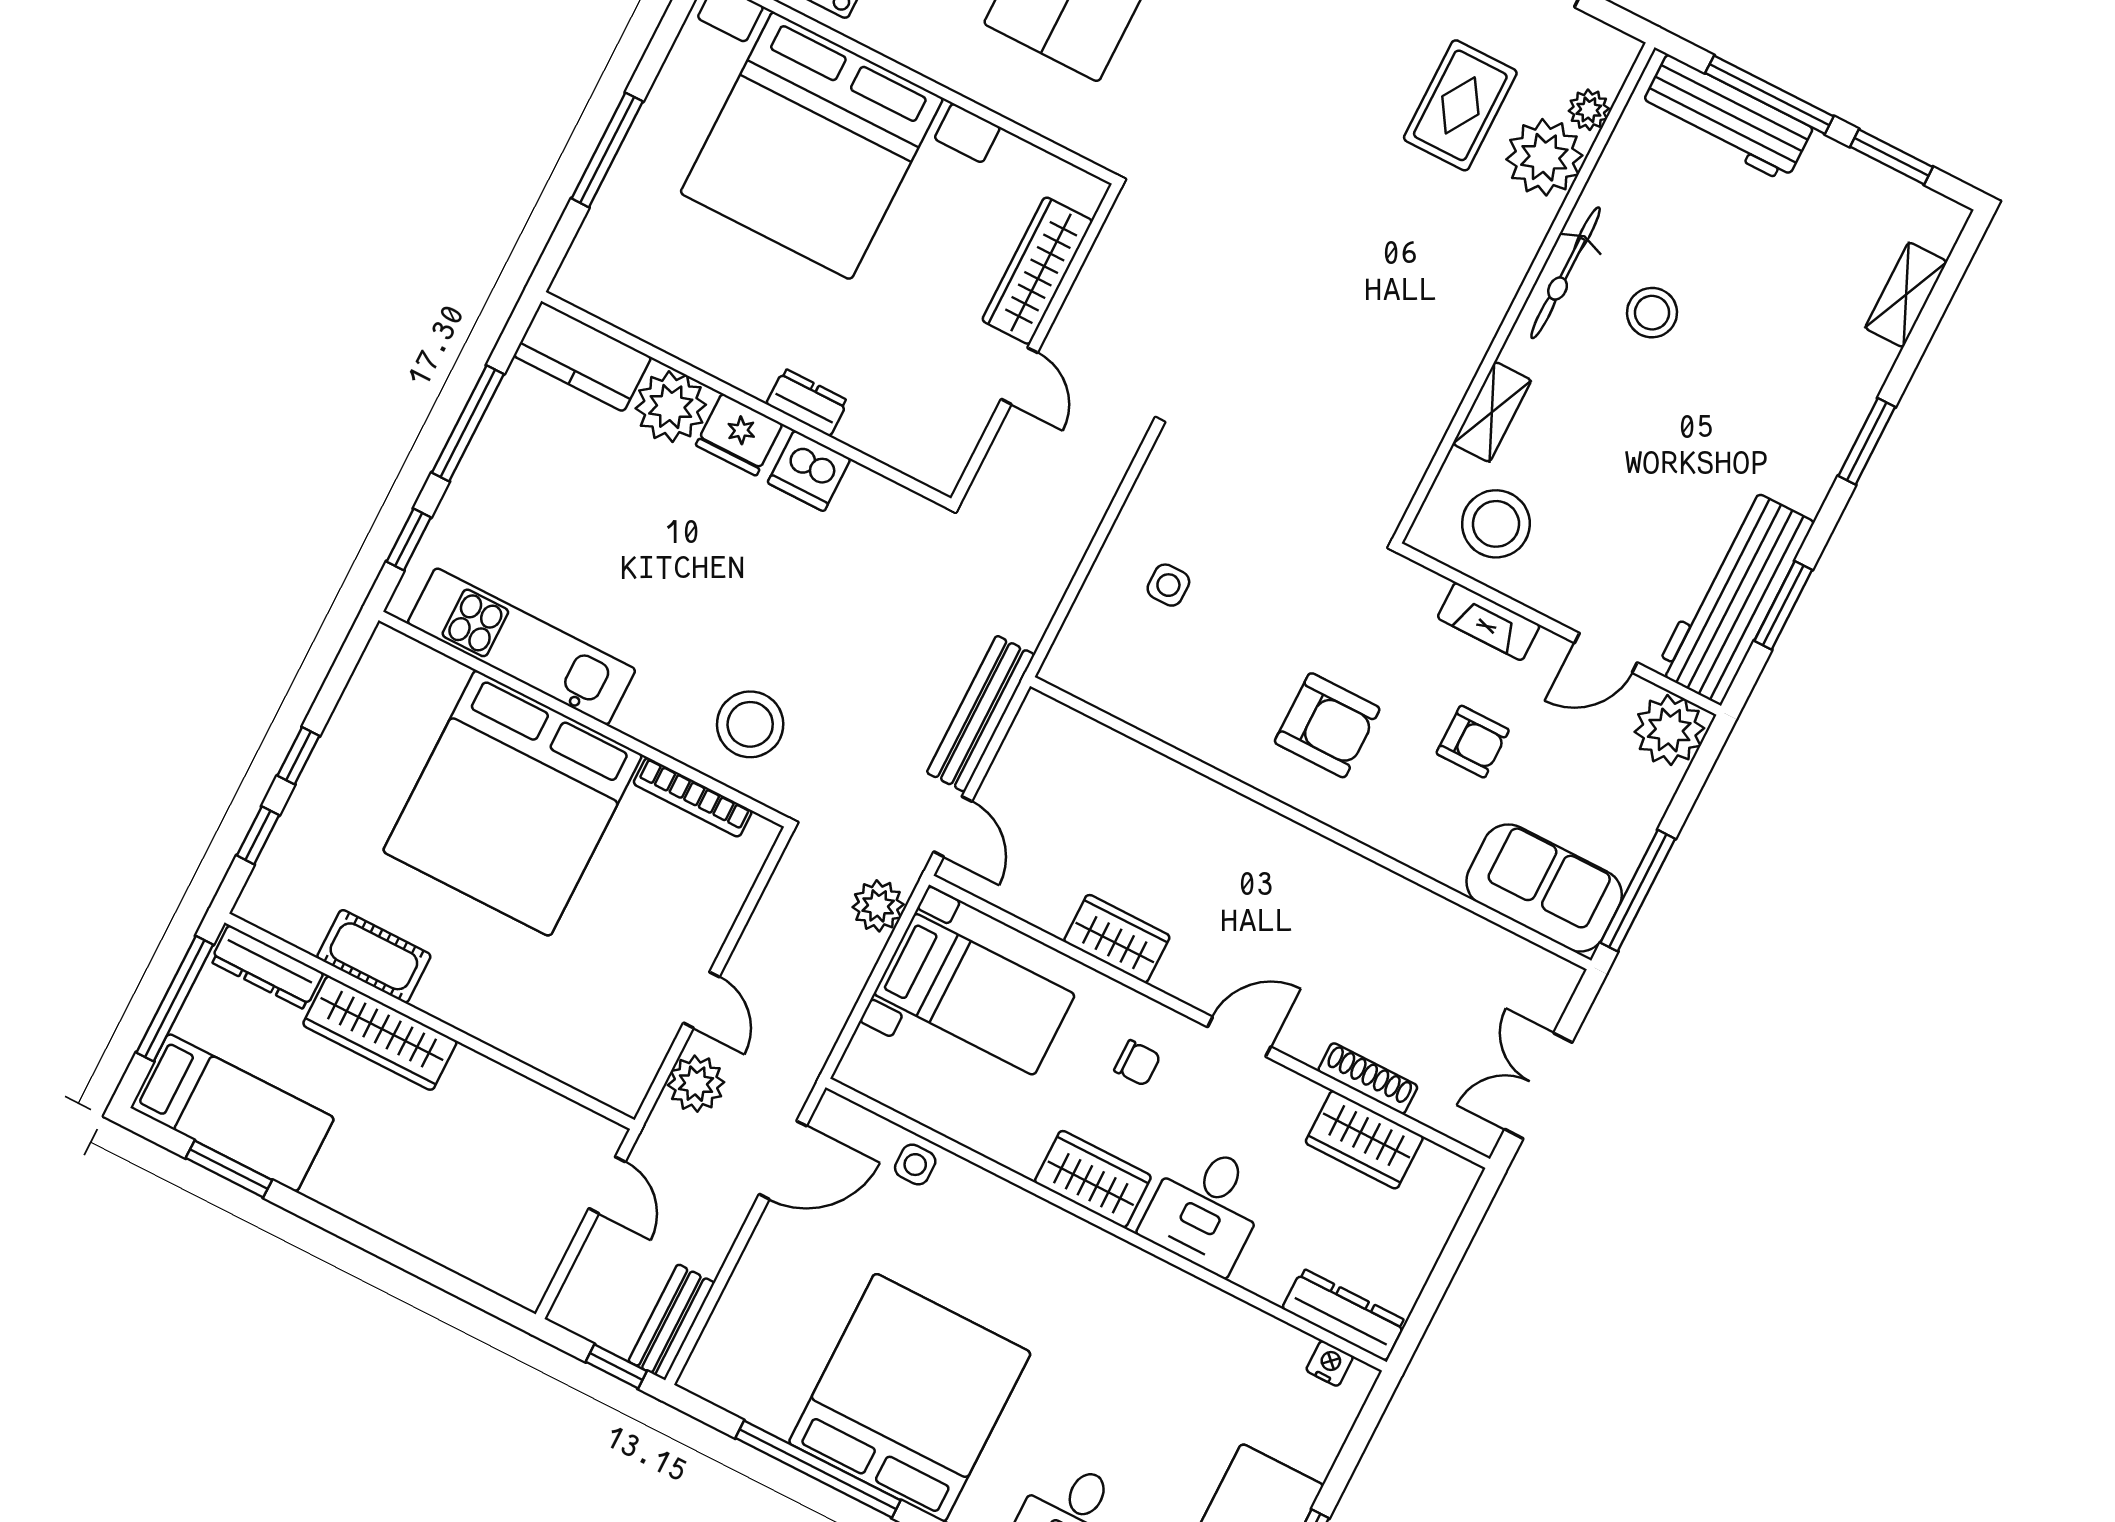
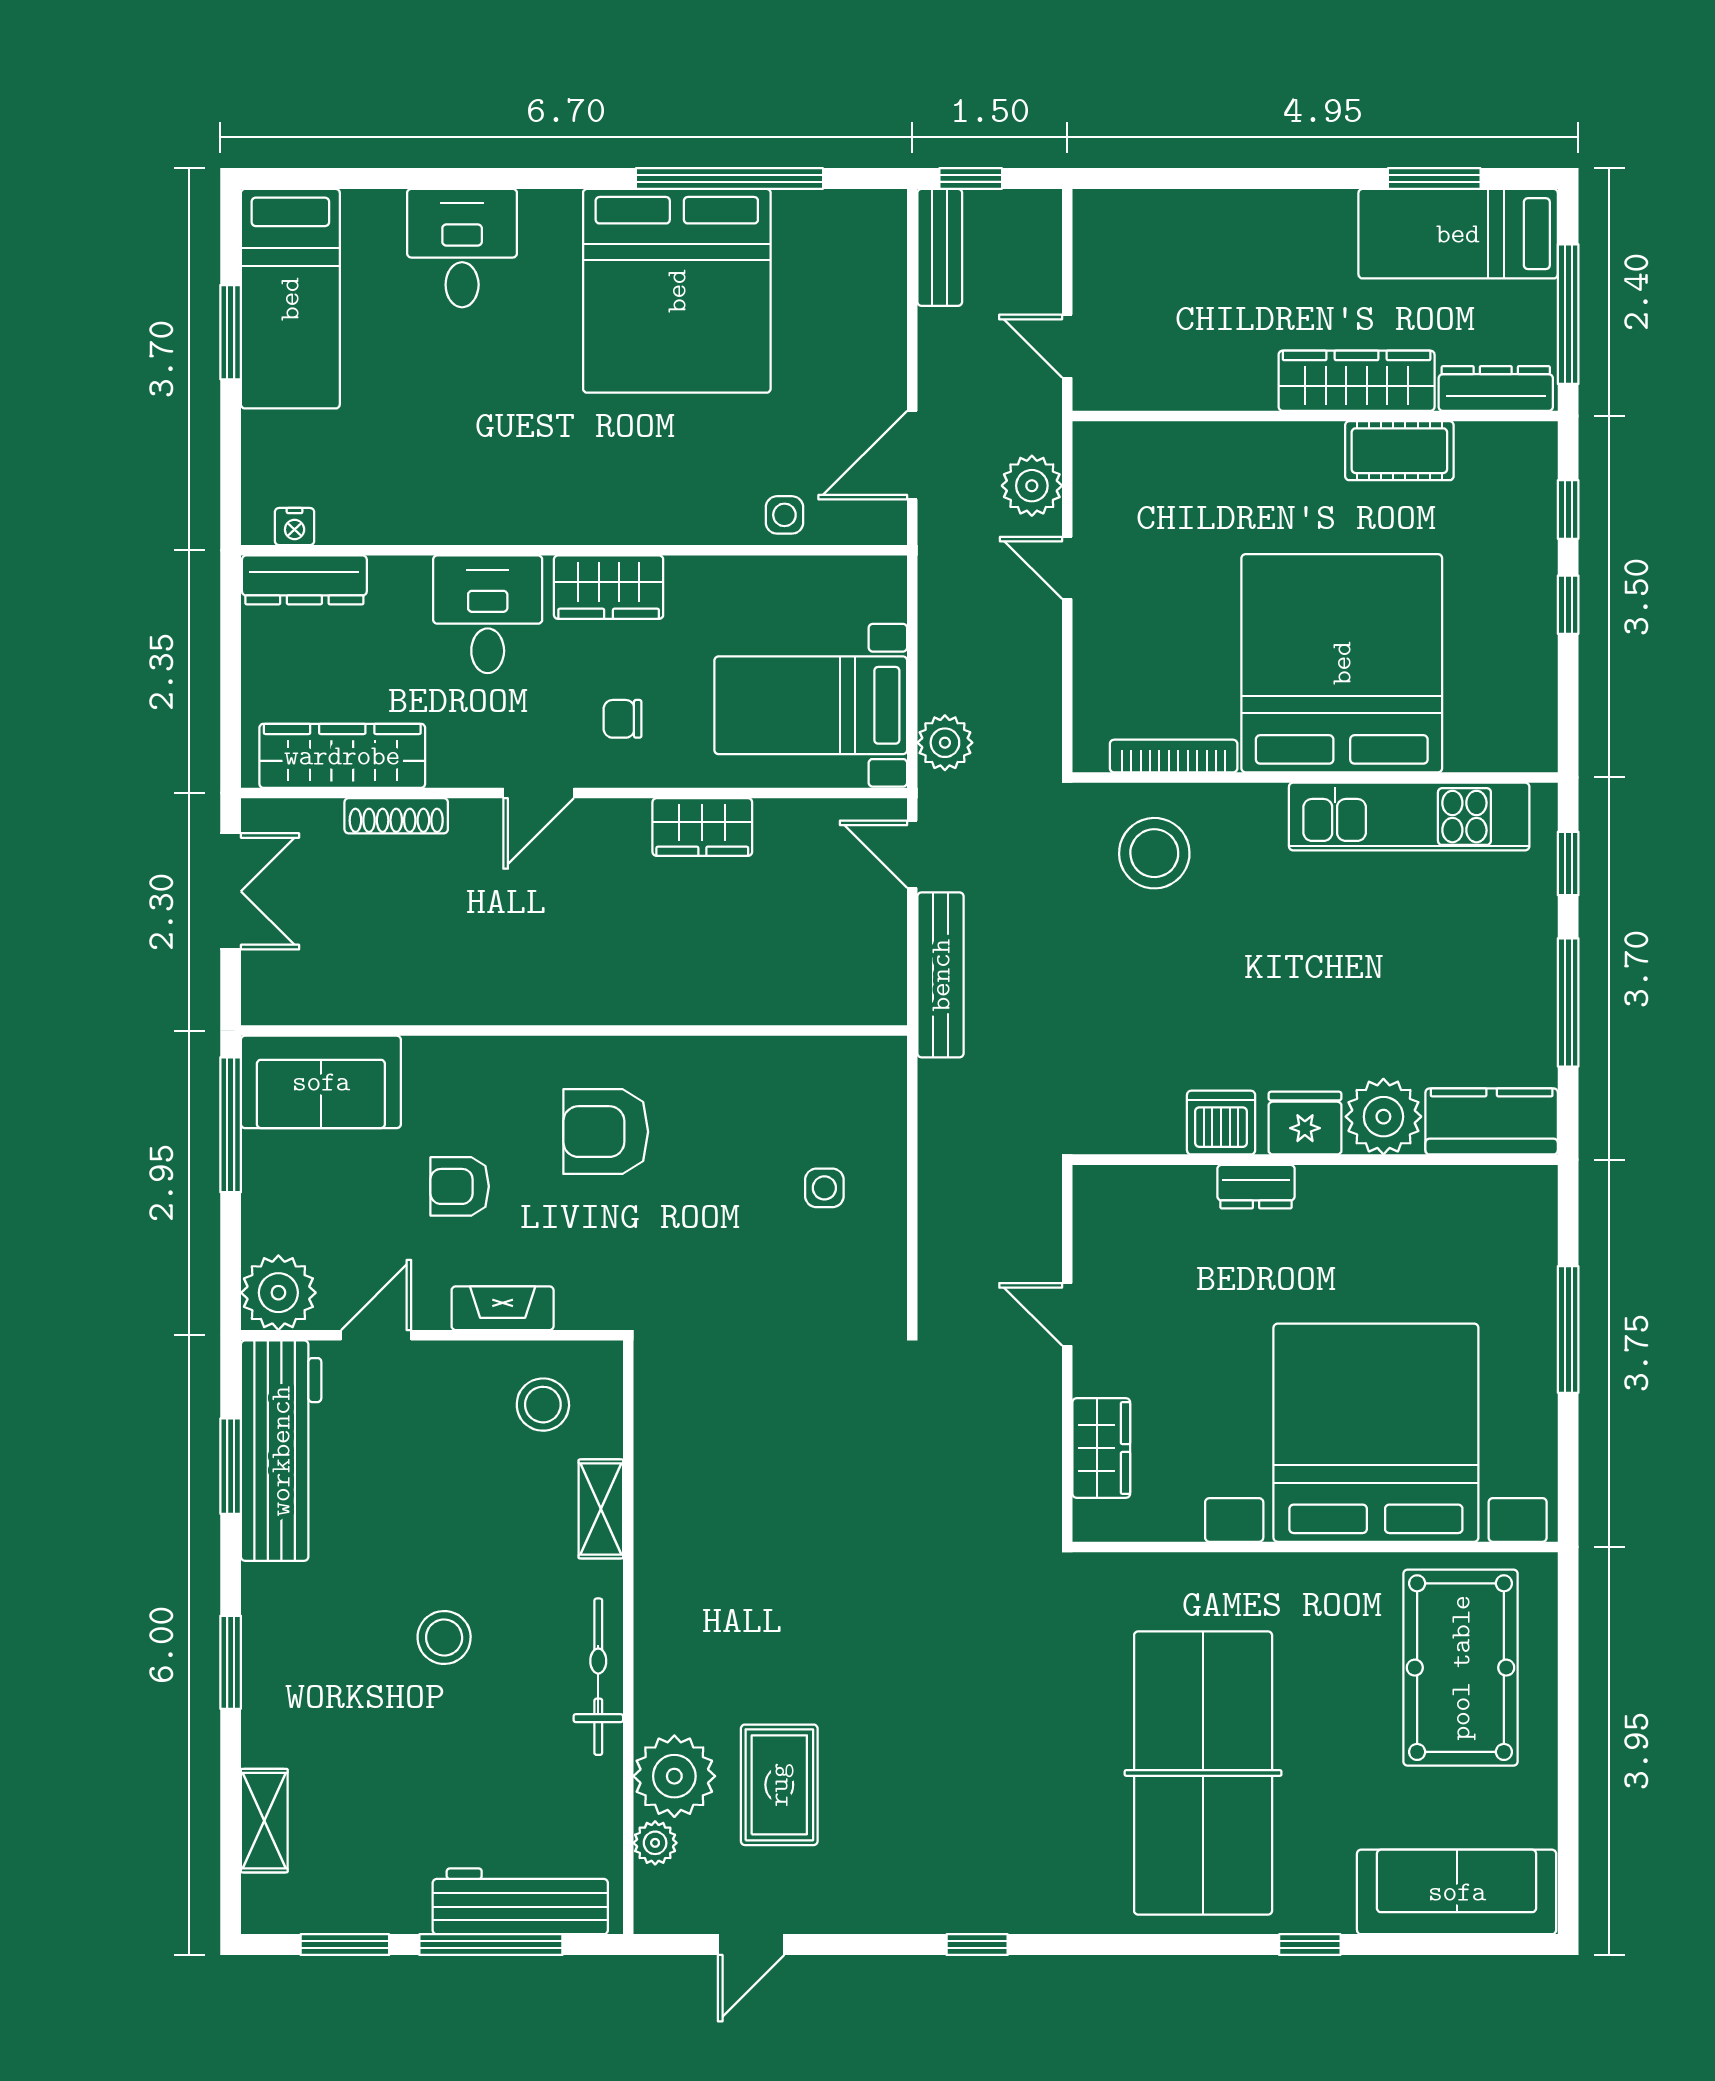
wardrobe: (1037, 271) -> (1101, 1448), width x0.67
stool: (1652, 313) -> (444, 1637), moved
stool: (1496, 524) -> (543, 1405), width x0.73, depth x0.73
wardrobe: (1364, 1140) -> (342, 756), width x1.50

